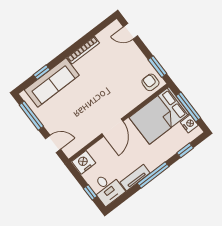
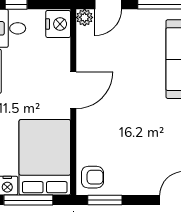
door: (112, 128) -> (73, 90), swing flipped
plant: (70, 151) -> (85, 17), added

